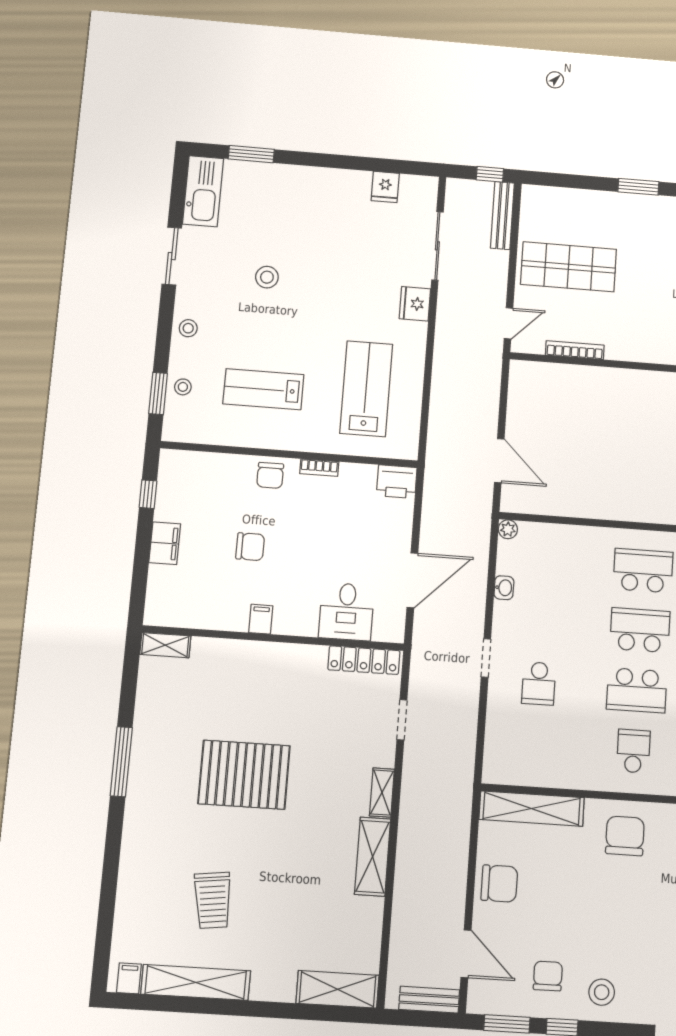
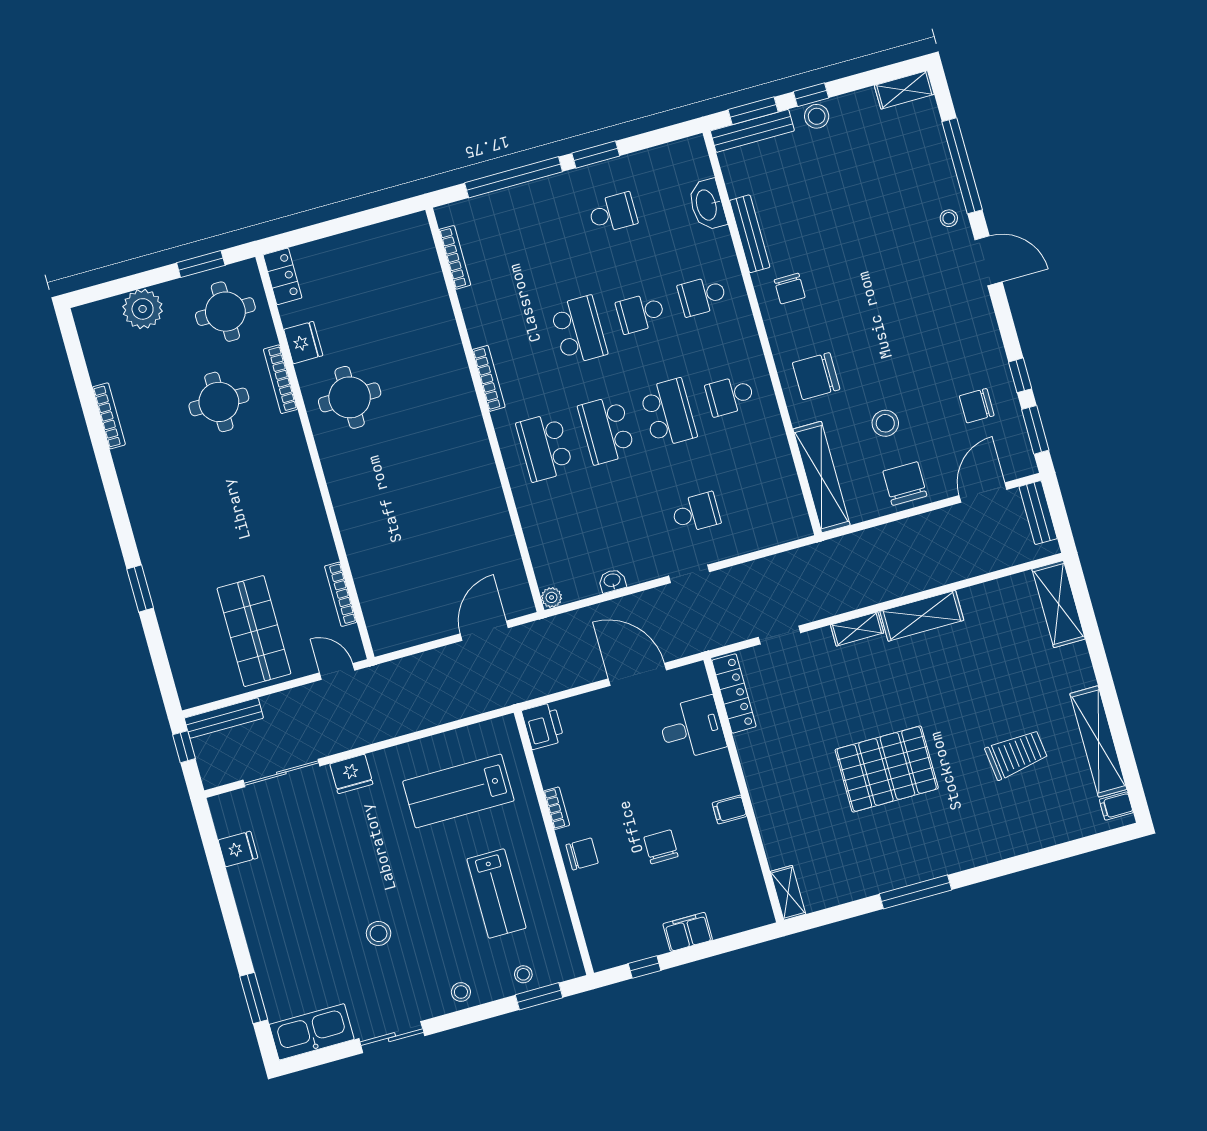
pallet: (244, 775) -> (887, 769), turned 90
stool: (602, 992) -> (885, 423), moved

